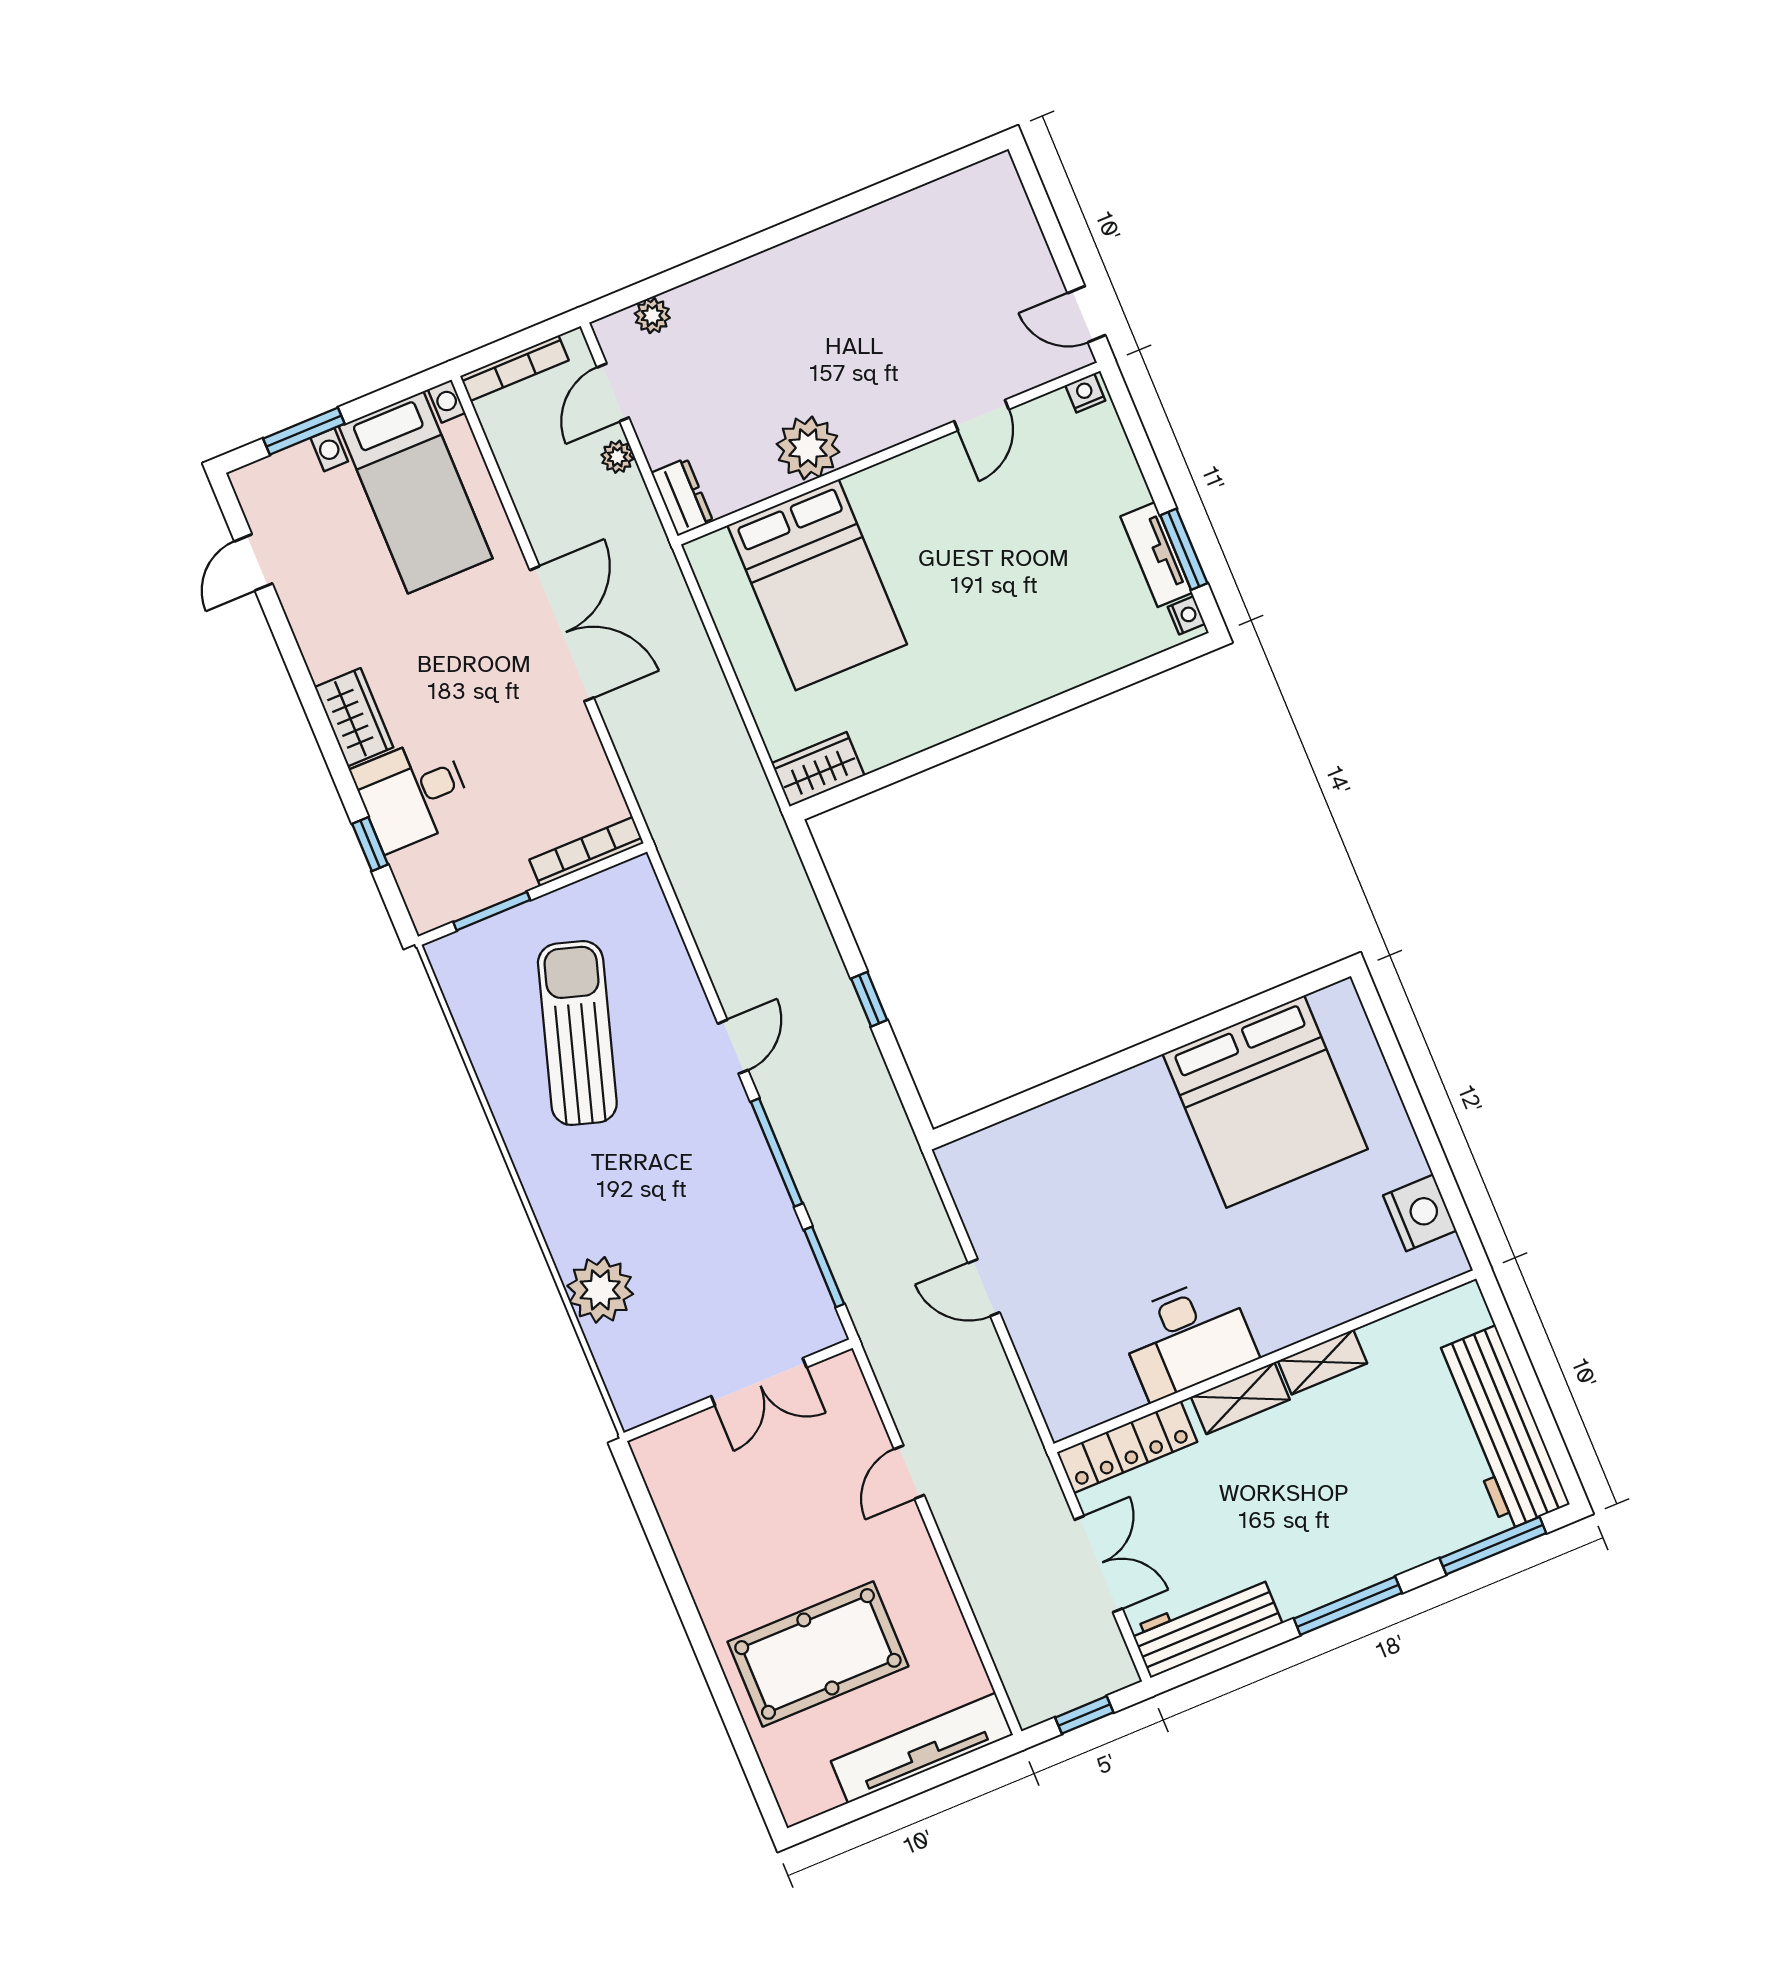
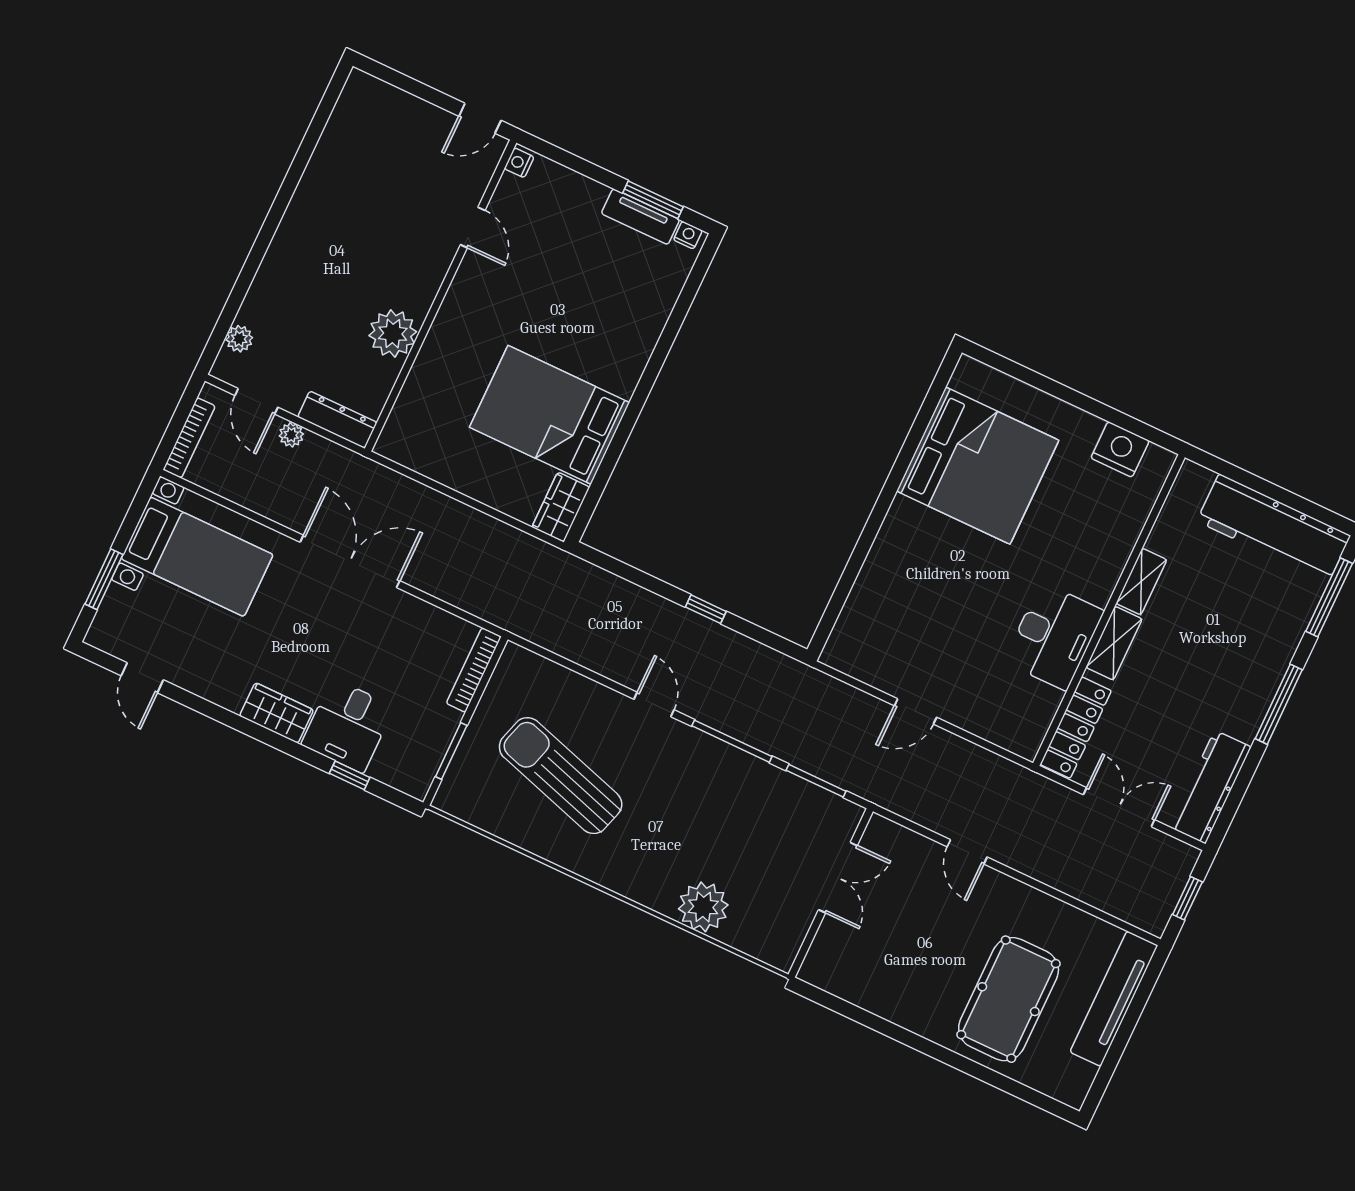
dresser: (682, 497) -> (337, 420), width x1.44
bed: (817, 585) -> (550, 415), moved, turned 180

